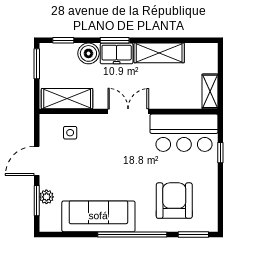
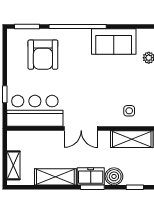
shelving: (210, 91) -> (13, 165), moved
sofa: (98, 216) -> (114, 42), width x0.73

